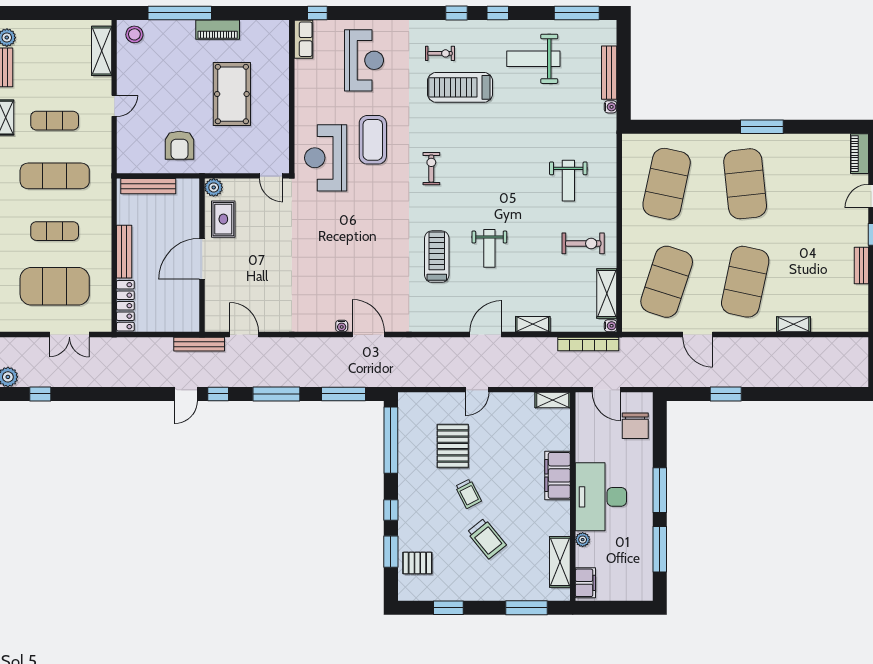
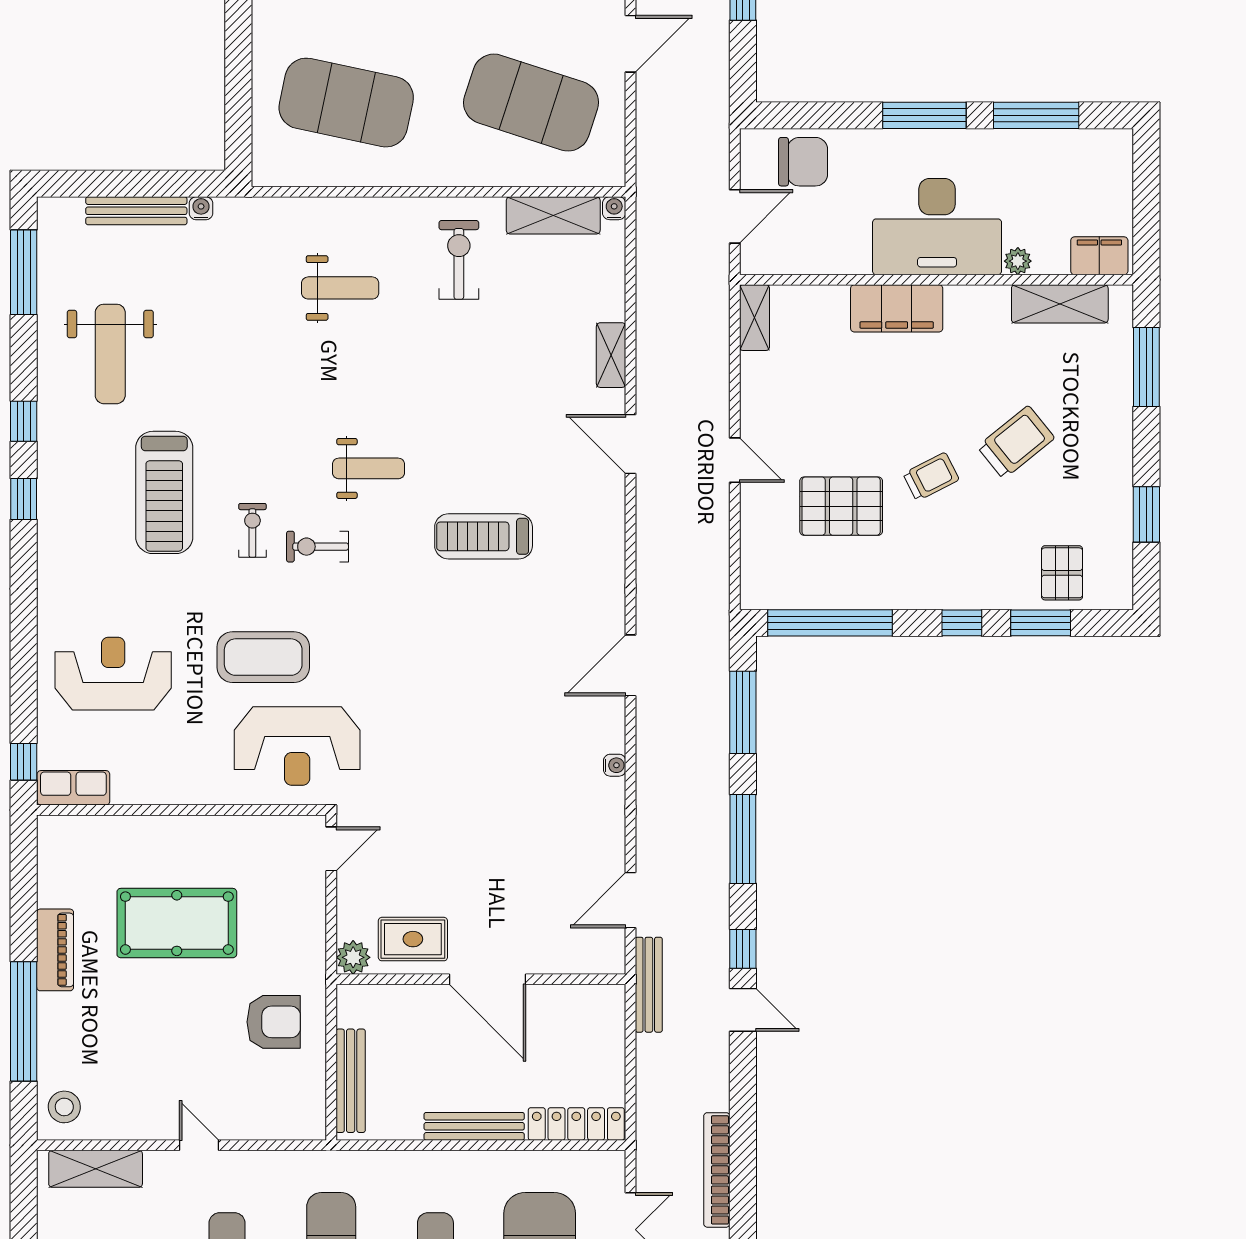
exercise bike: (440, 53) -> (252, 530), moved
weight bench: (489, 248) -> (368, 468), moved
water cooler: (342, 326) -> (615, 765), moved
bookcase: (588, 344) -> (717, 1170), moved, turned 180

